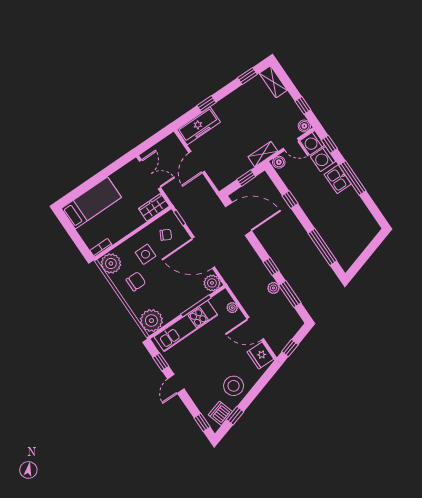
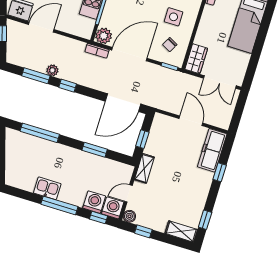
boiler: (279, 162) -> (127, 172), removed
kitchen sink: (338, 179) -> (47, 188), moved
window: (290, 200) -> (95, 150), width x1.50
bookcase: (226, 275) -> (97, 51), added
plant: (232, 308) -> (72, 29), removed

